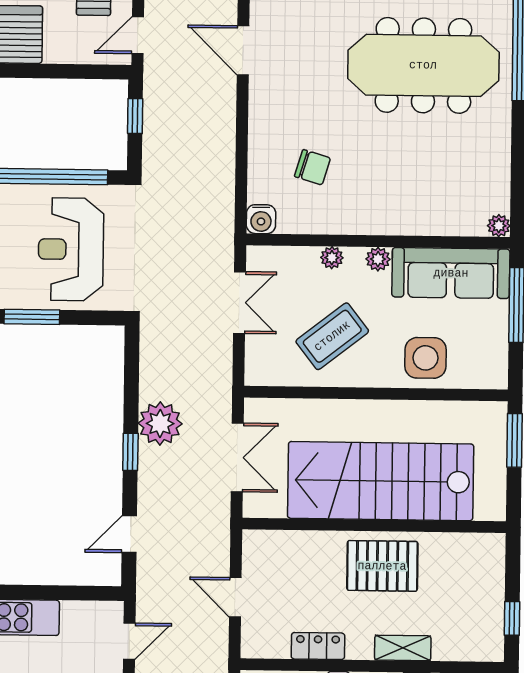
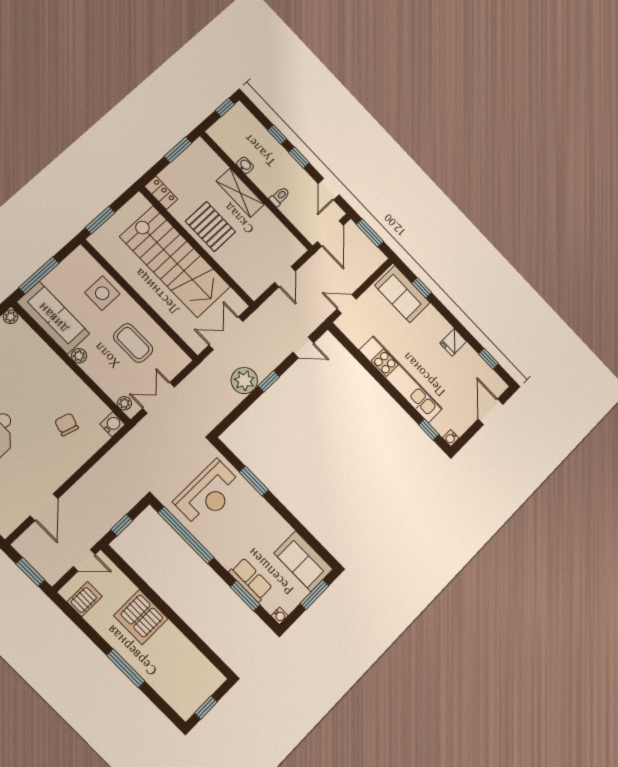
plant: (332, 258) -> (124, 403), moved
coffee table: (332, 336) -> (133, 343), turned 38
window: (512, 618) -> (178, 150), width x1.50
locker: (318, 646) -> (161, 193), moved, turned 180
shelving: (403, 648) -> (240, 193), width x1.50, depth x1.33

